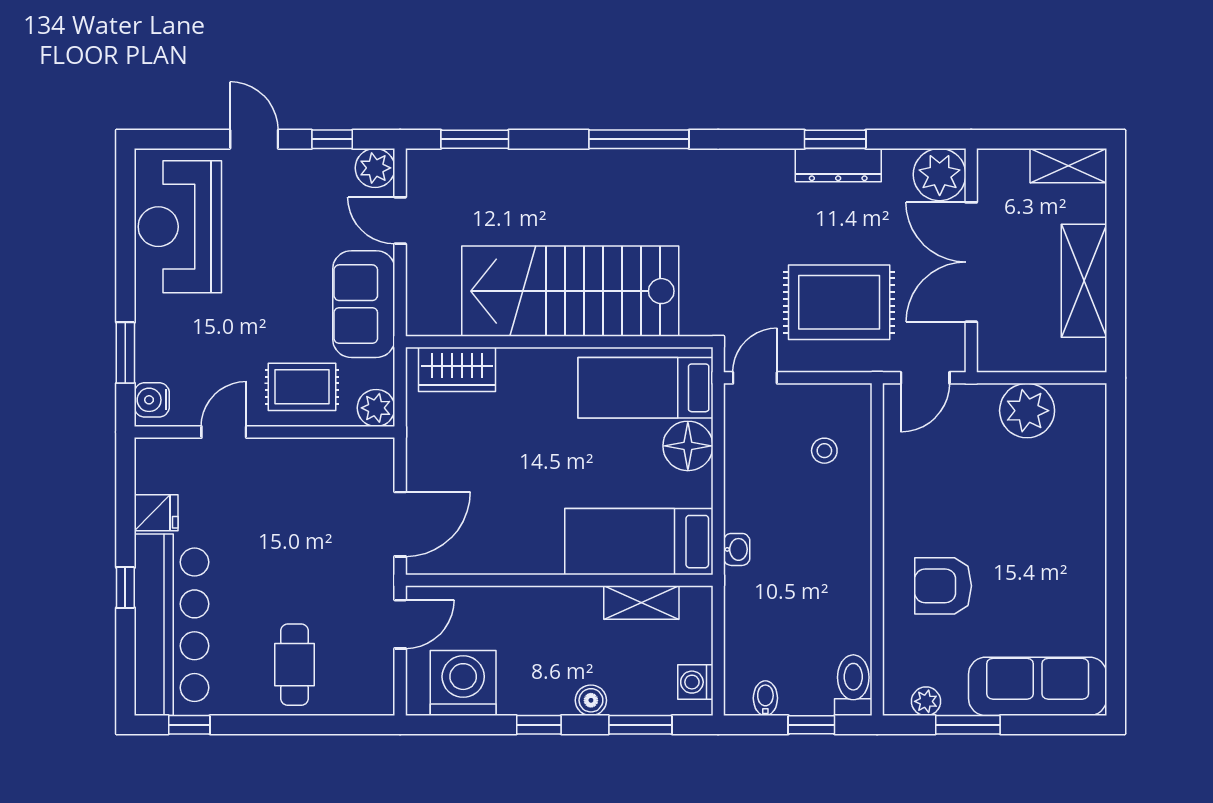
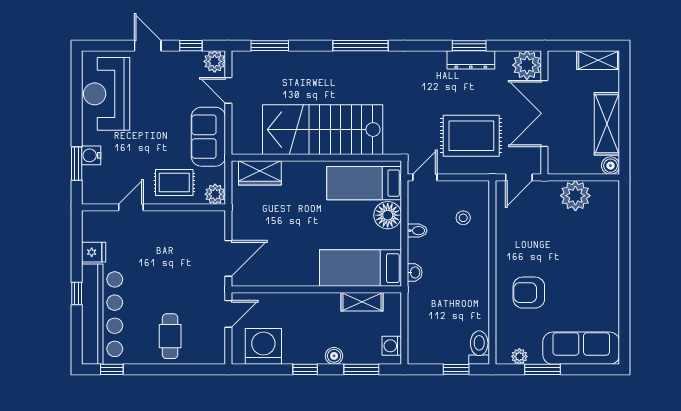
boiler: (1091, 356) -> (611, 166), added
water cooler: (152, 400) -> (91, 155), moved
bidet: (765, 698) -> (417, 231), moved, turned 90

